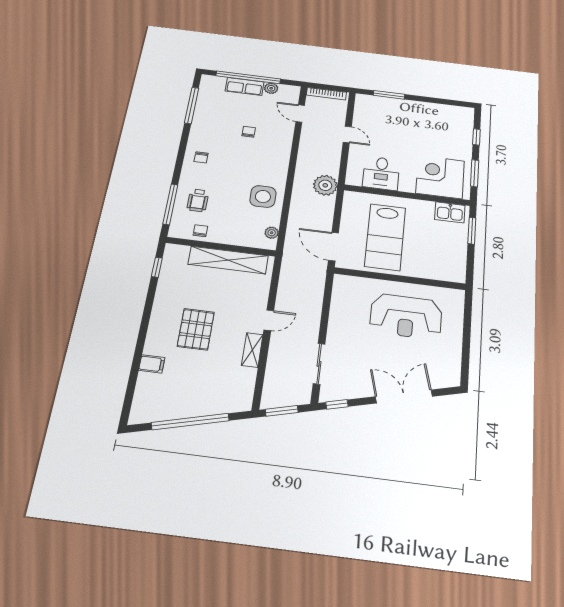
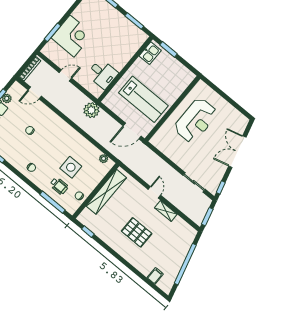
corner desk: (440, 177) -> (72, 36), moved, turned 180
side table: (263, 197) -> (71, 167), moved
filing cabinet: (152, 364) -> (155, 276), moved

